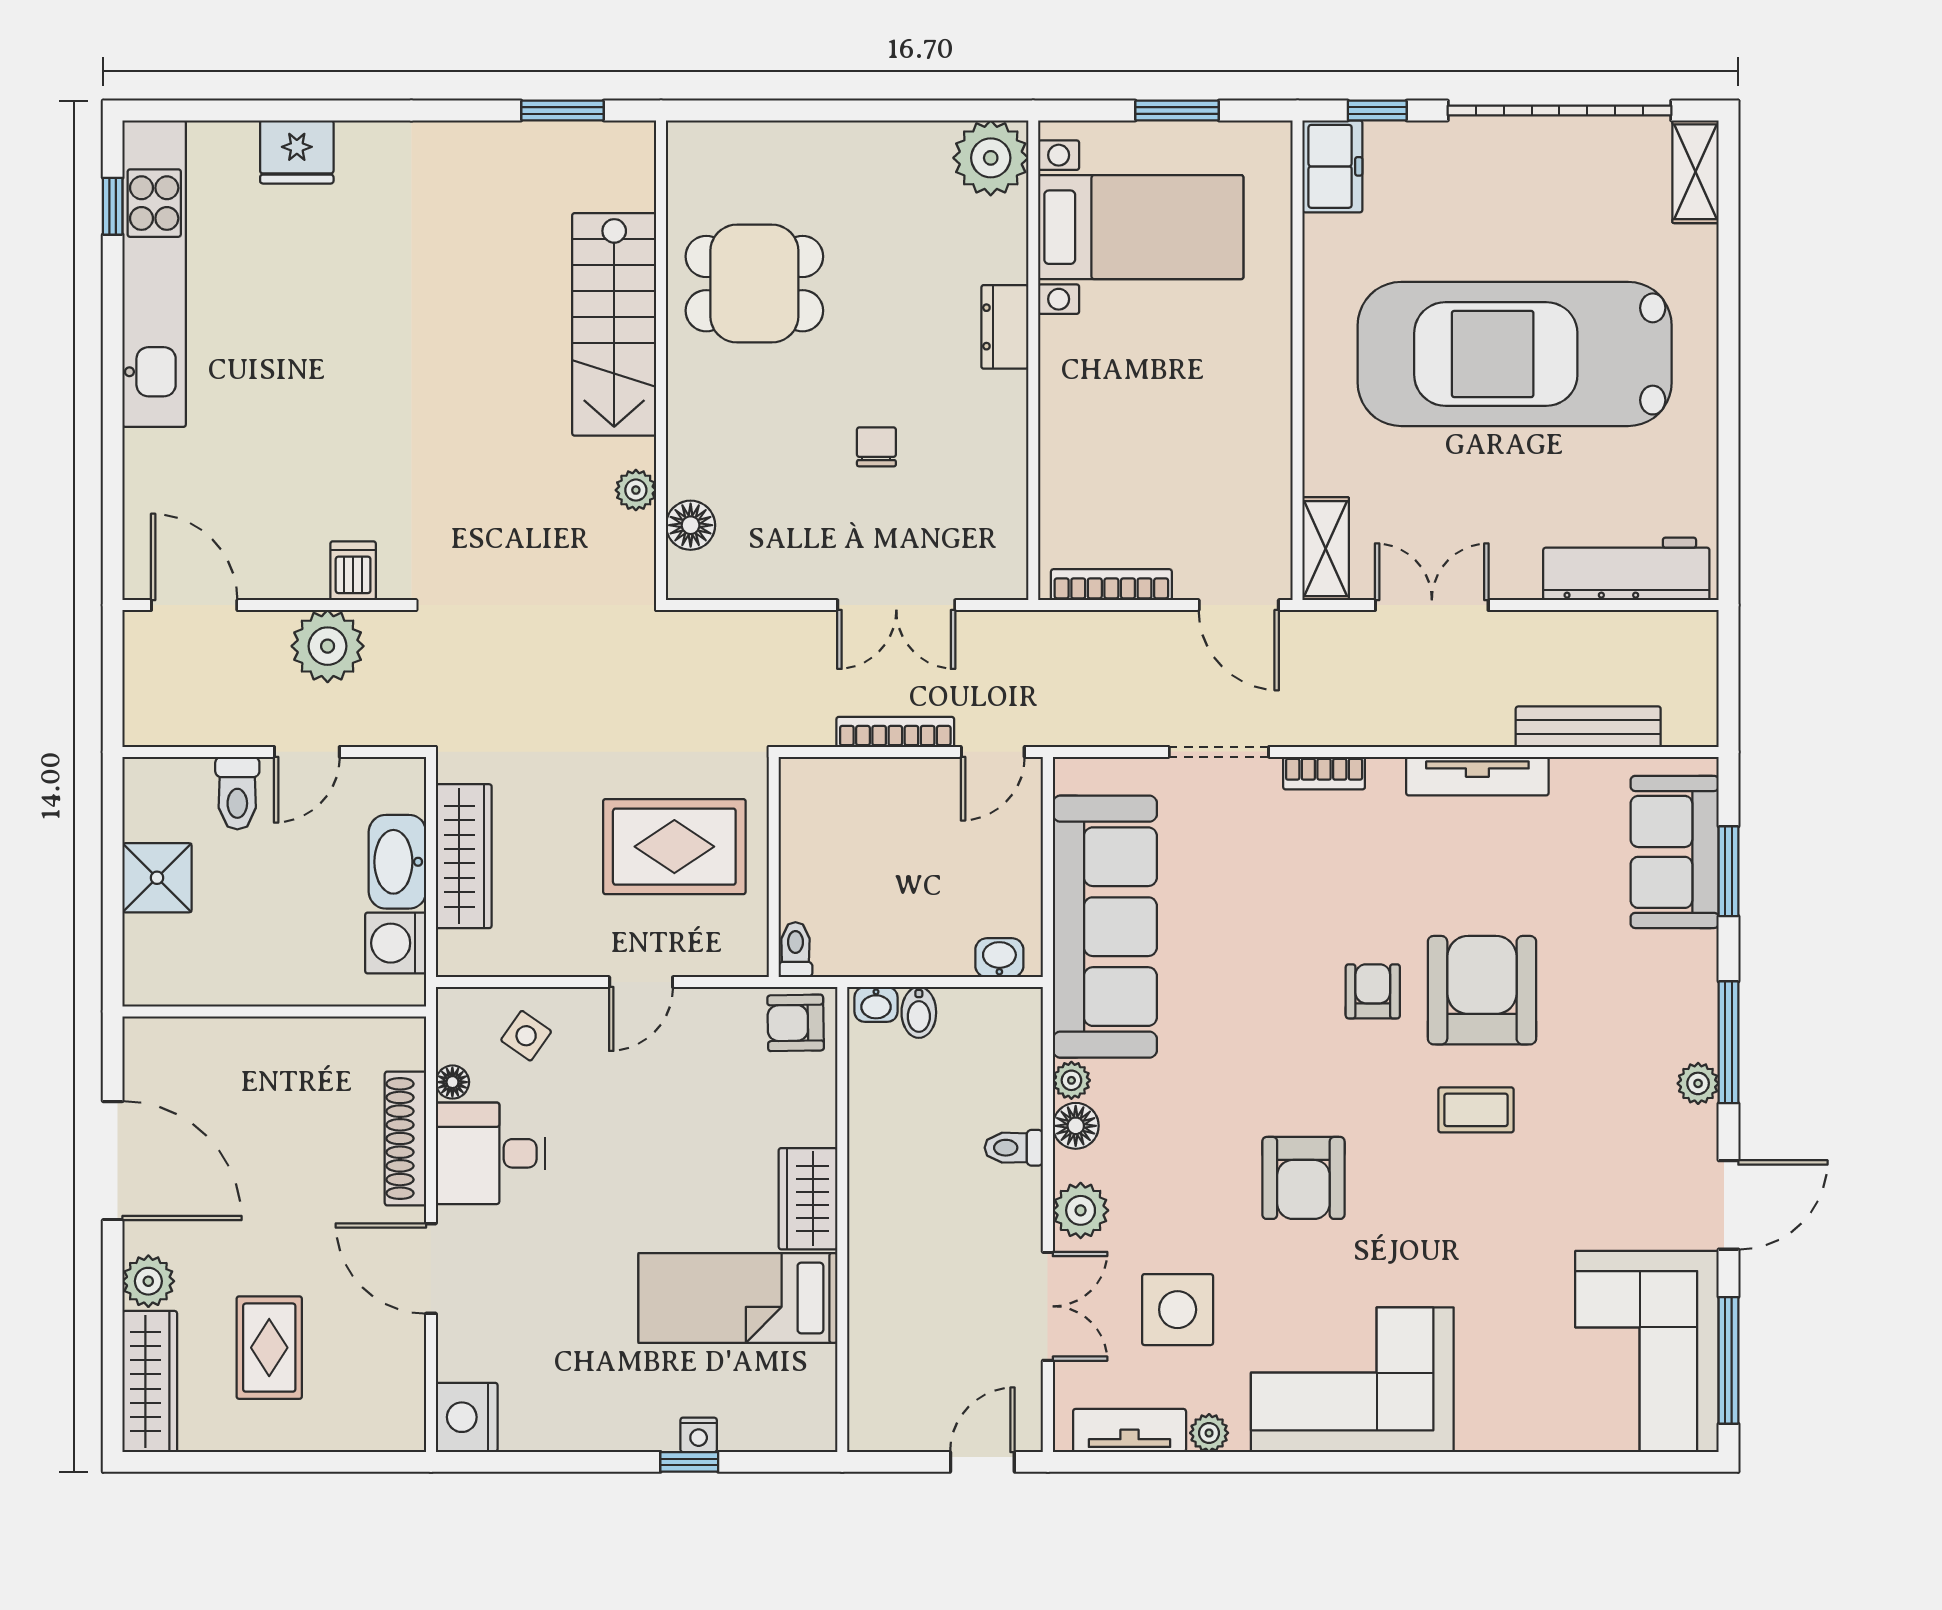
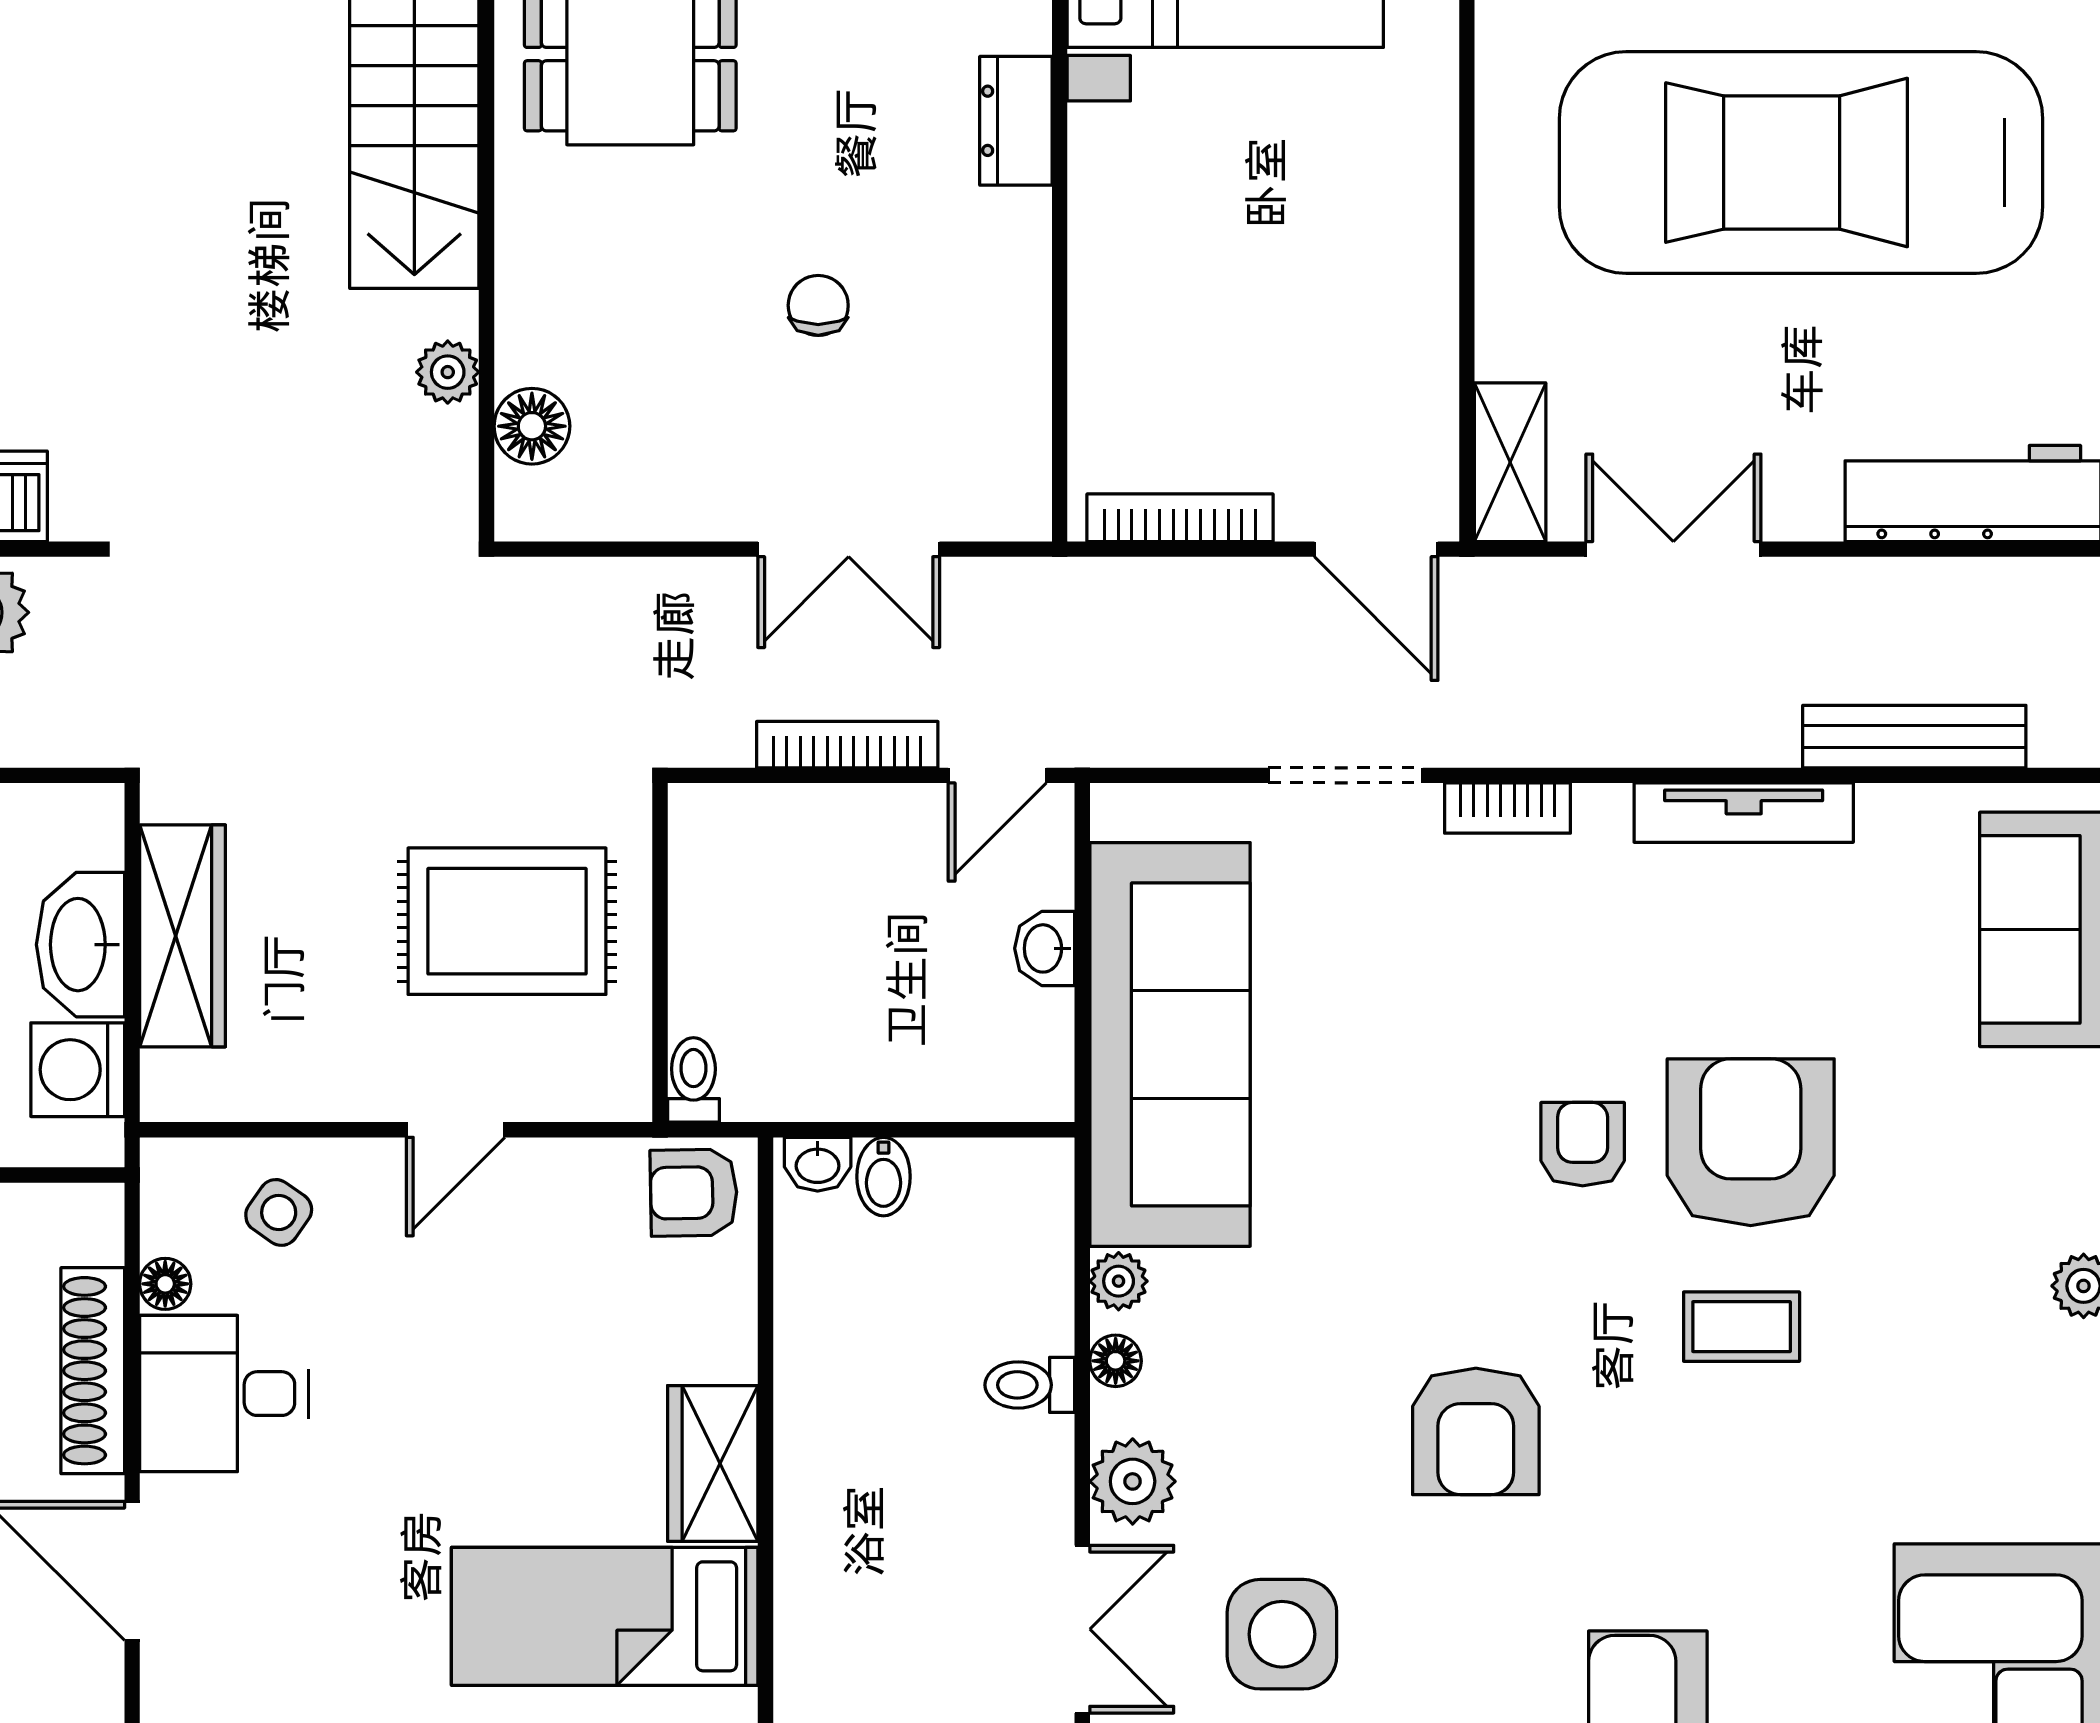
washbasin: (999, 958) -> (1045, 948), moved, turned -90
floor lamp: (1076, 1126) -> (1116, 1361), width x0.73, depth x0.73

